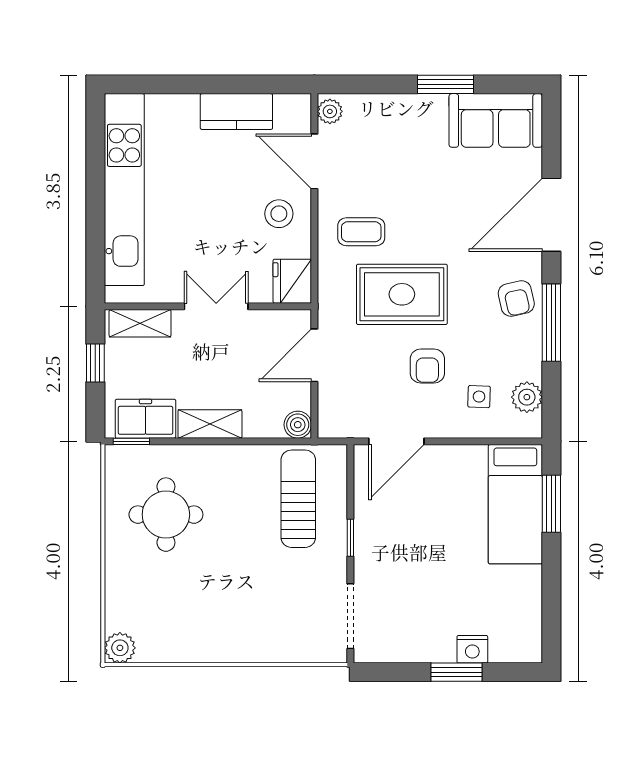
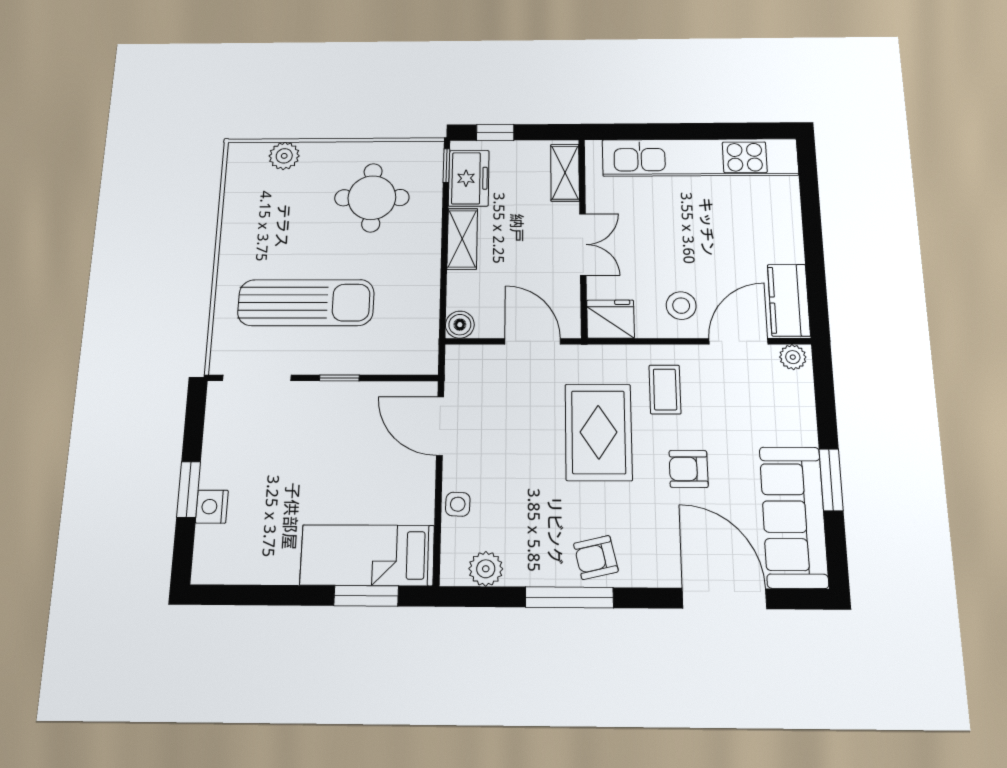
kitchen counter: (236, 112) -> (789, 300), moved
sofa: (496, 120) -> (794, 517), width x1.36
door: (551, 215) -> (724, 598), moved
window: (95, 363) -> (495, 132), moved
armchair: (427, 366) -> (689, 469), moved
side table: (479, 397) -> (458, 504), moved
sun lounger: (298, 499) -> (306, 303), moved, width x1.36, depth x1.34
plant: (120, 648) -> (284, 156), moved

